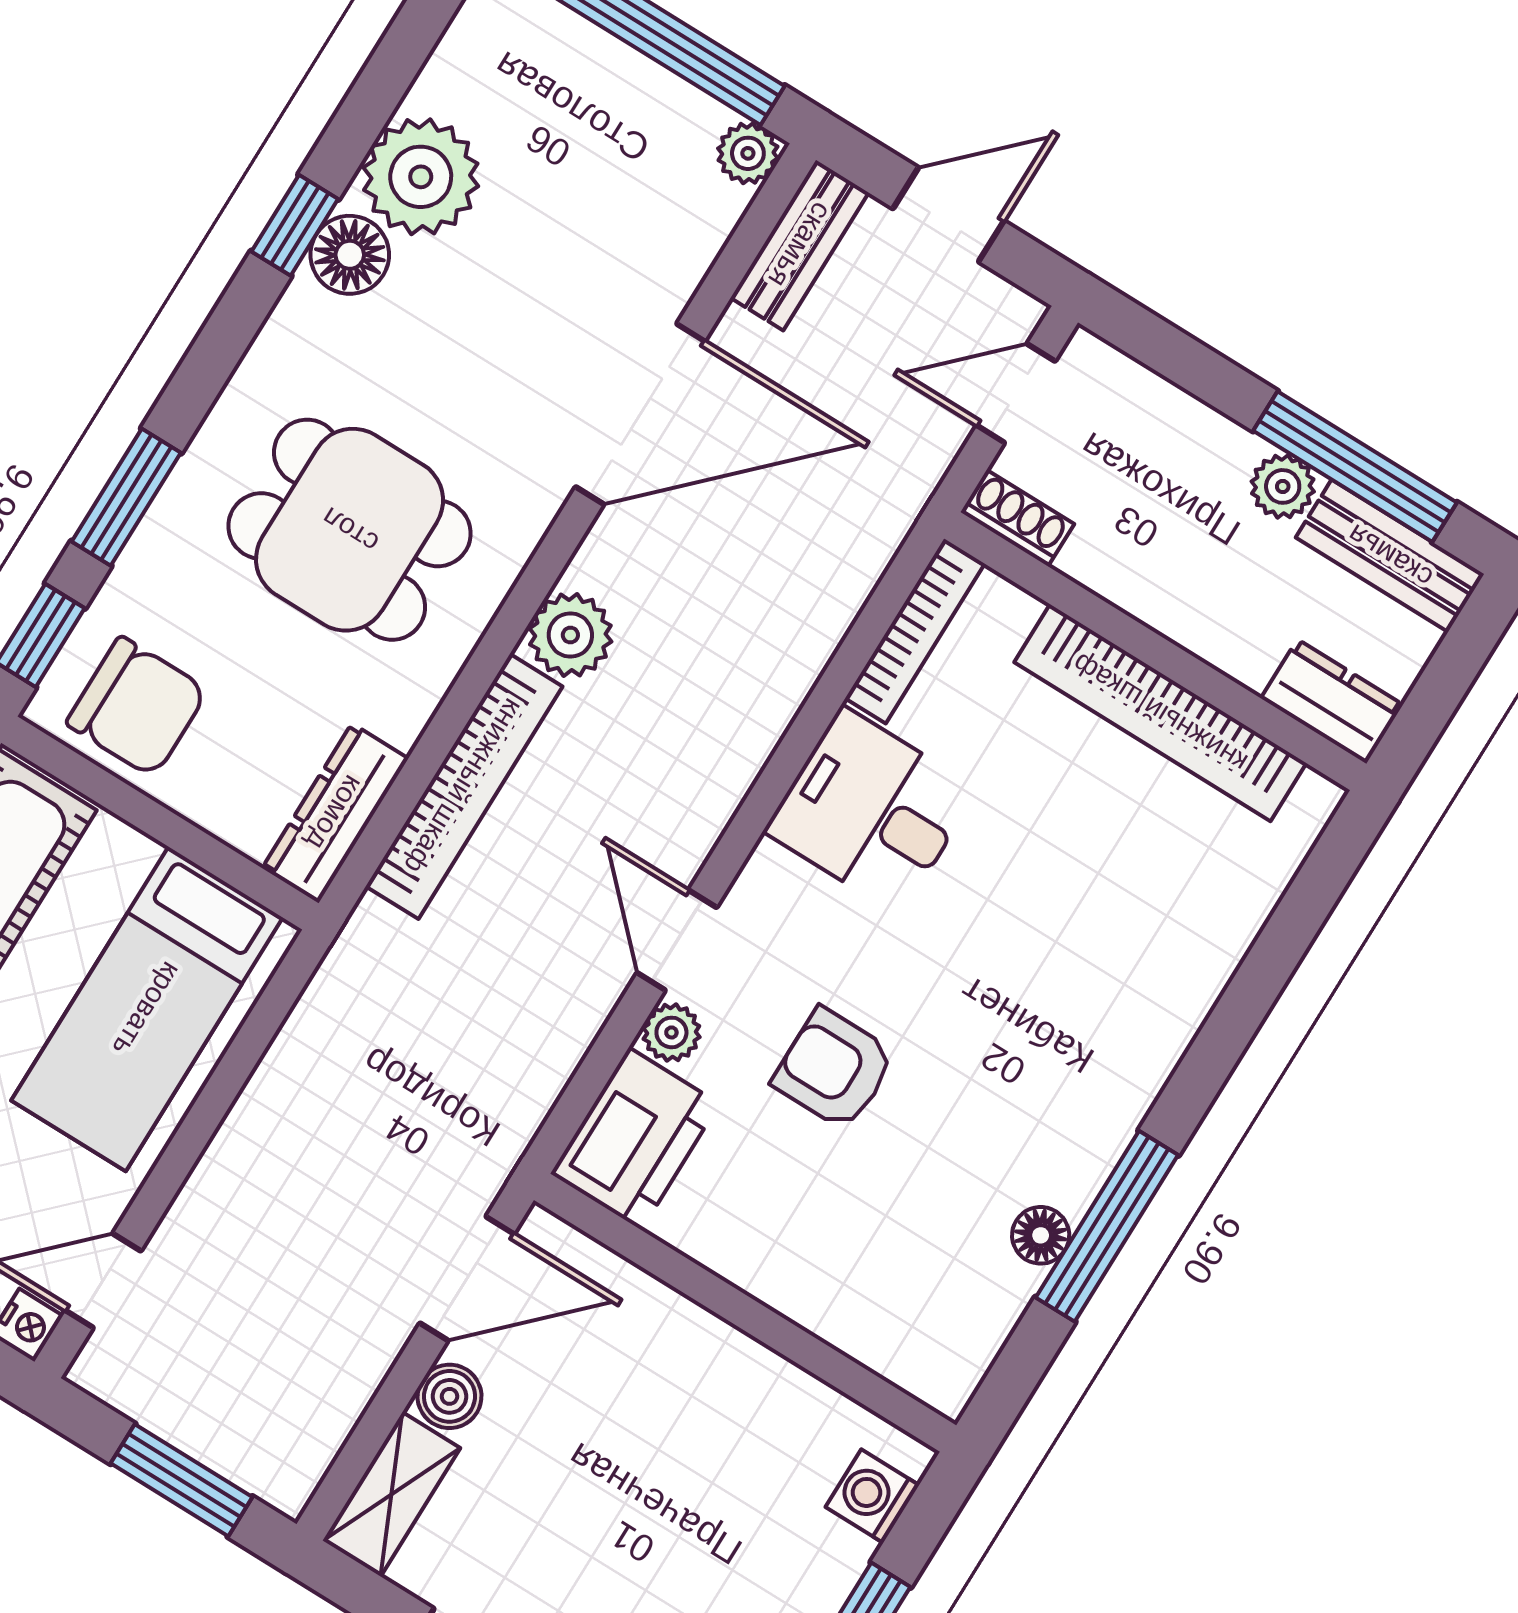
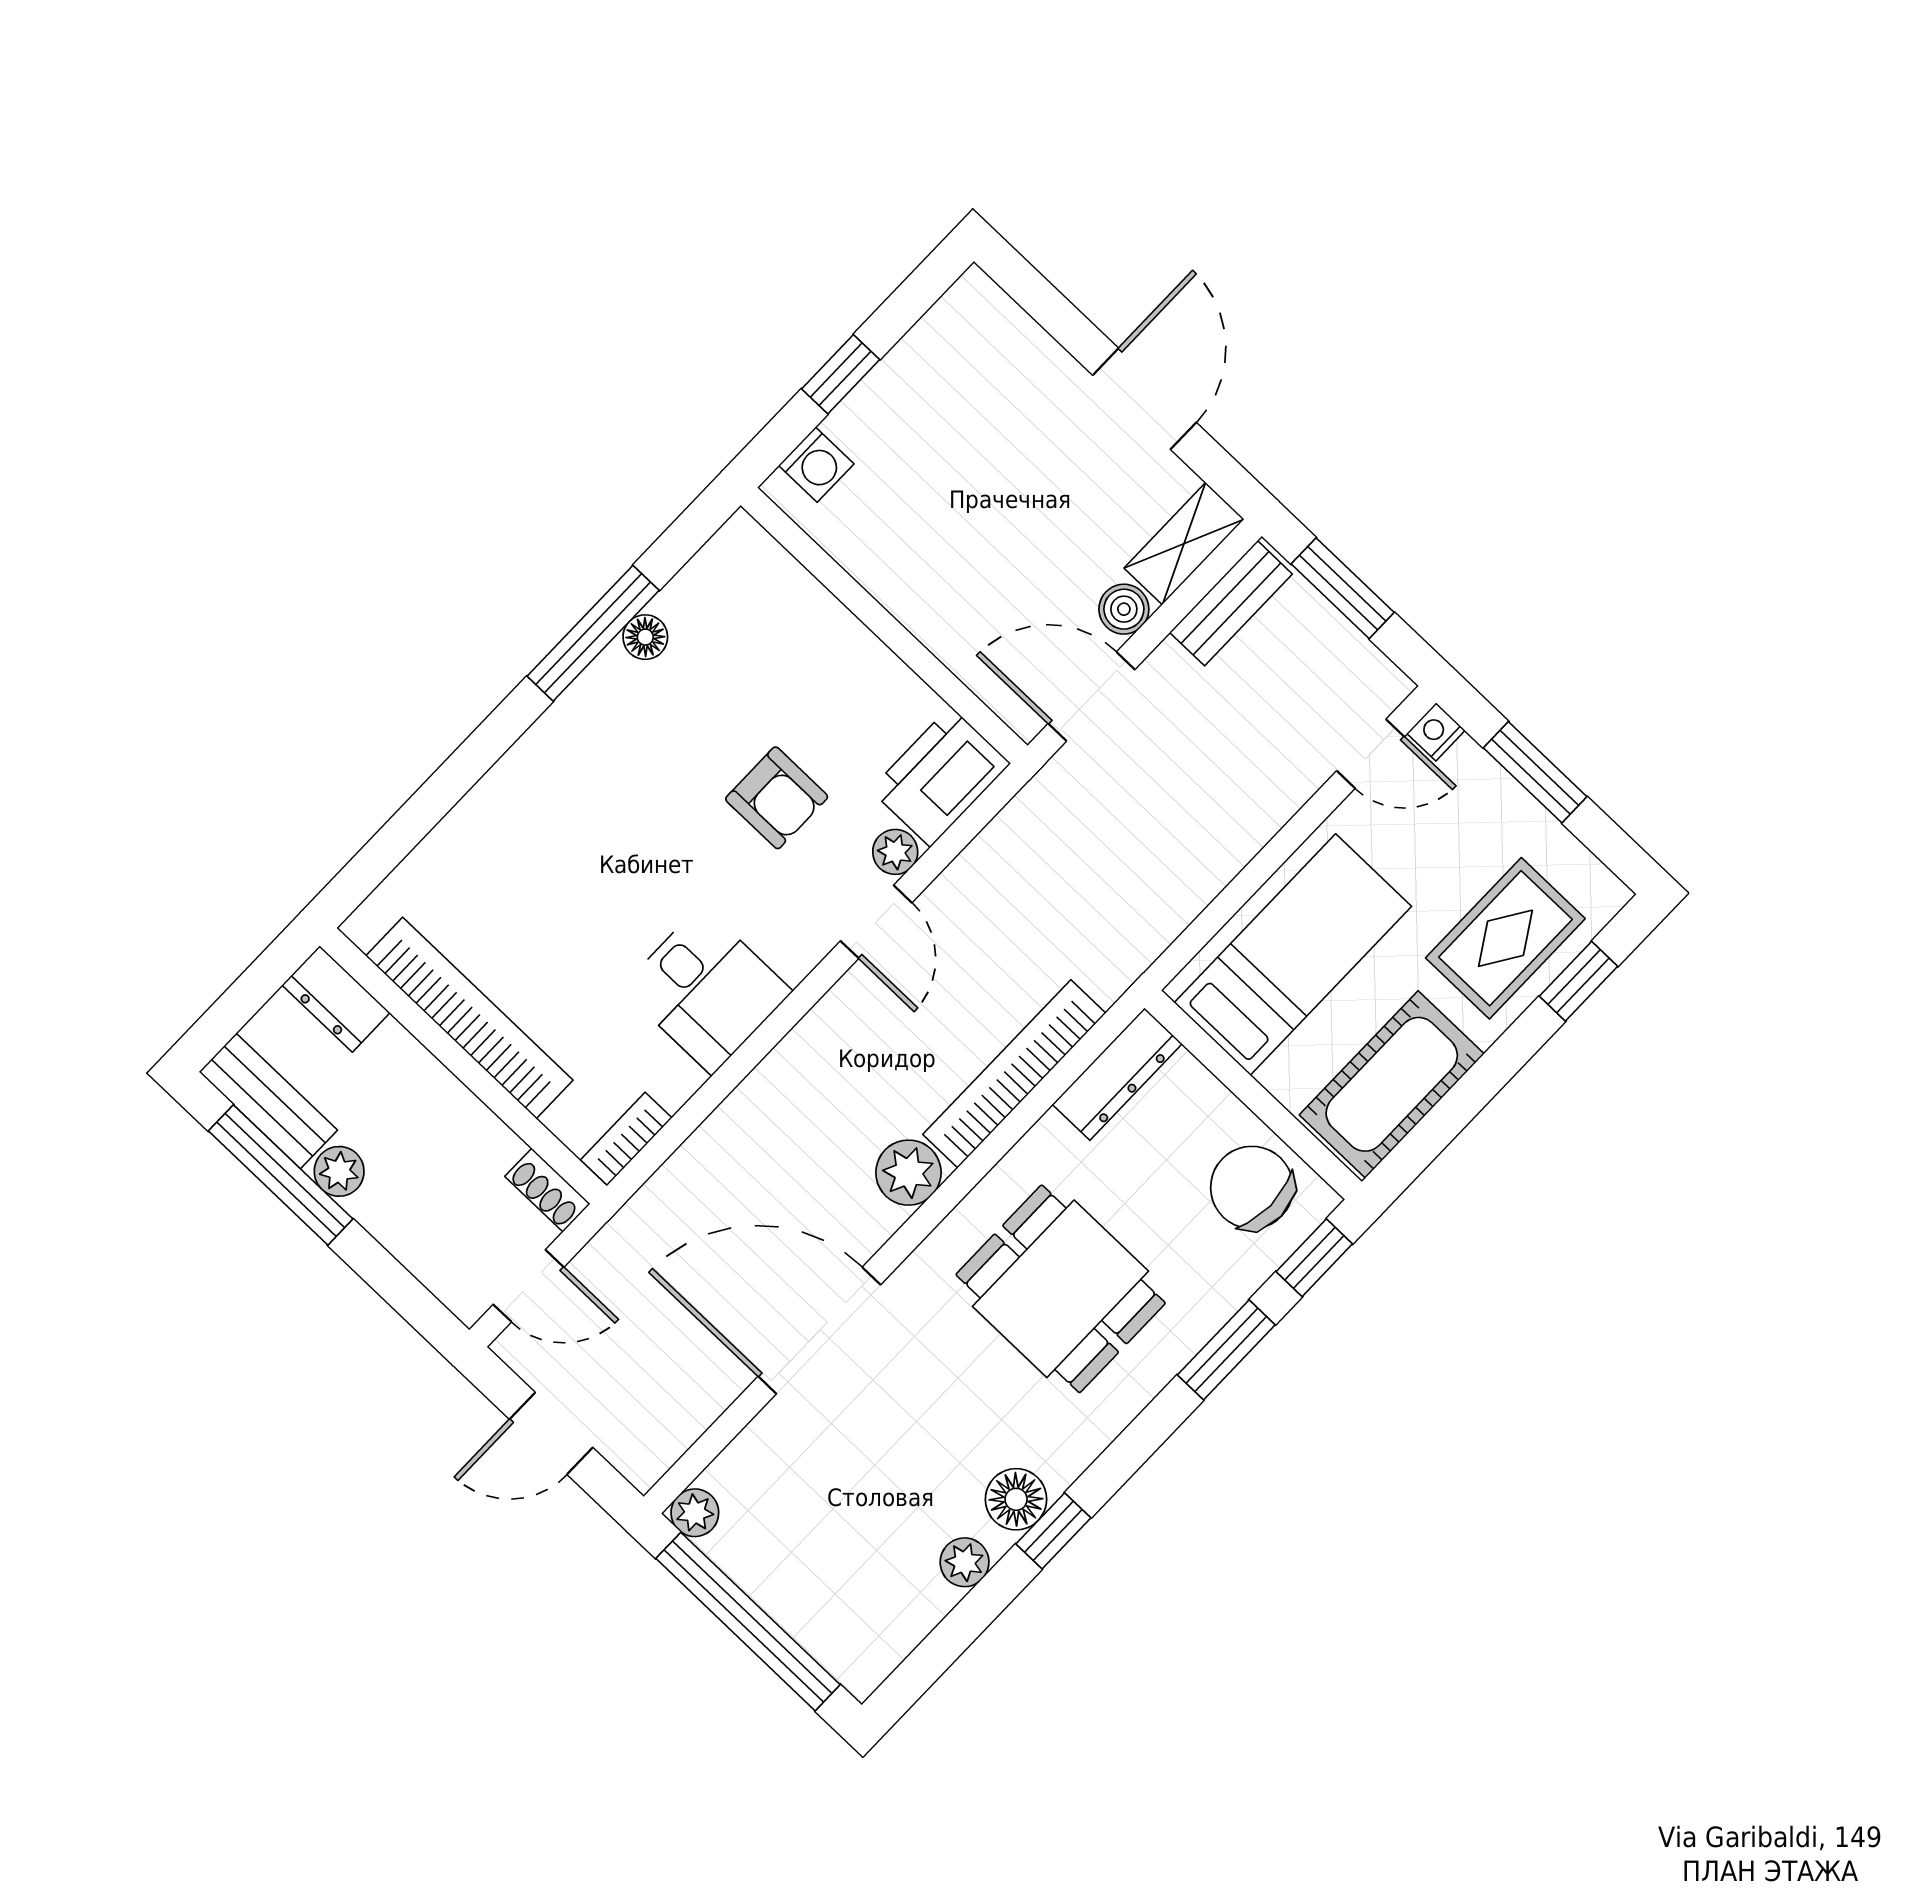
plant: (421, 177) -> (965, 1562), width x0.53, depth x0.53
bench: (800, 245) -> (1231, 603), moved
bookcase: (915, 631) -> (626, 1139), width x0.64

